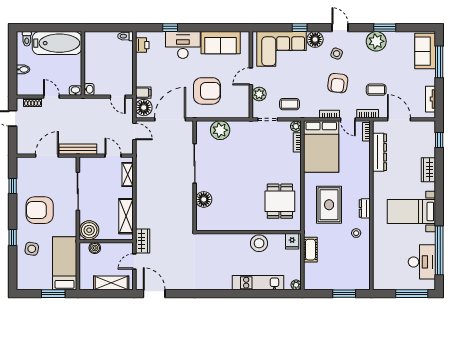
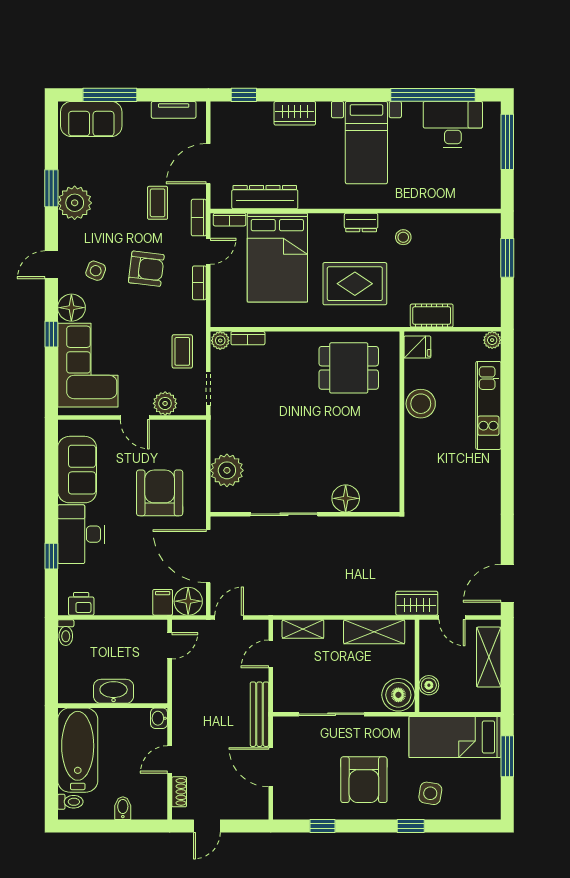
washbasin: (89, 89) -> (114, 691), moved, width x1.91, depth x1.45
bed: (321, 146) -> (277, 258), moved, turned 90

